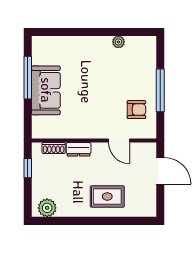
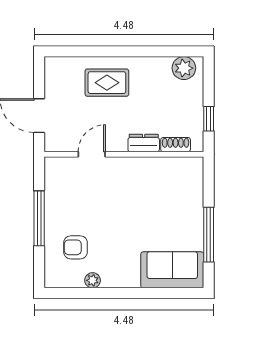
sofa: (46, 90) -> (172, 270), moved, turned 90
armchair: (136, 110) -> (76, 247), moved
door: (119, 141) -> (92, 154), hinge flipped

